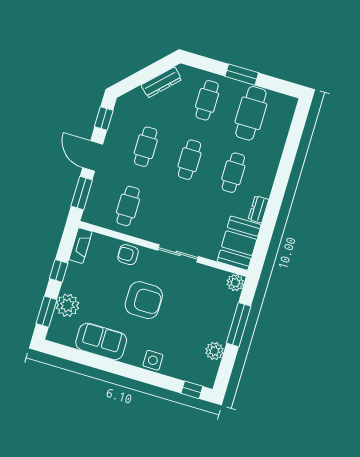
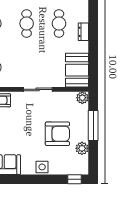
dresser: (258, 209) -> (83, 32), moved
armchair: (144, 300) -> (57, 134), moved

